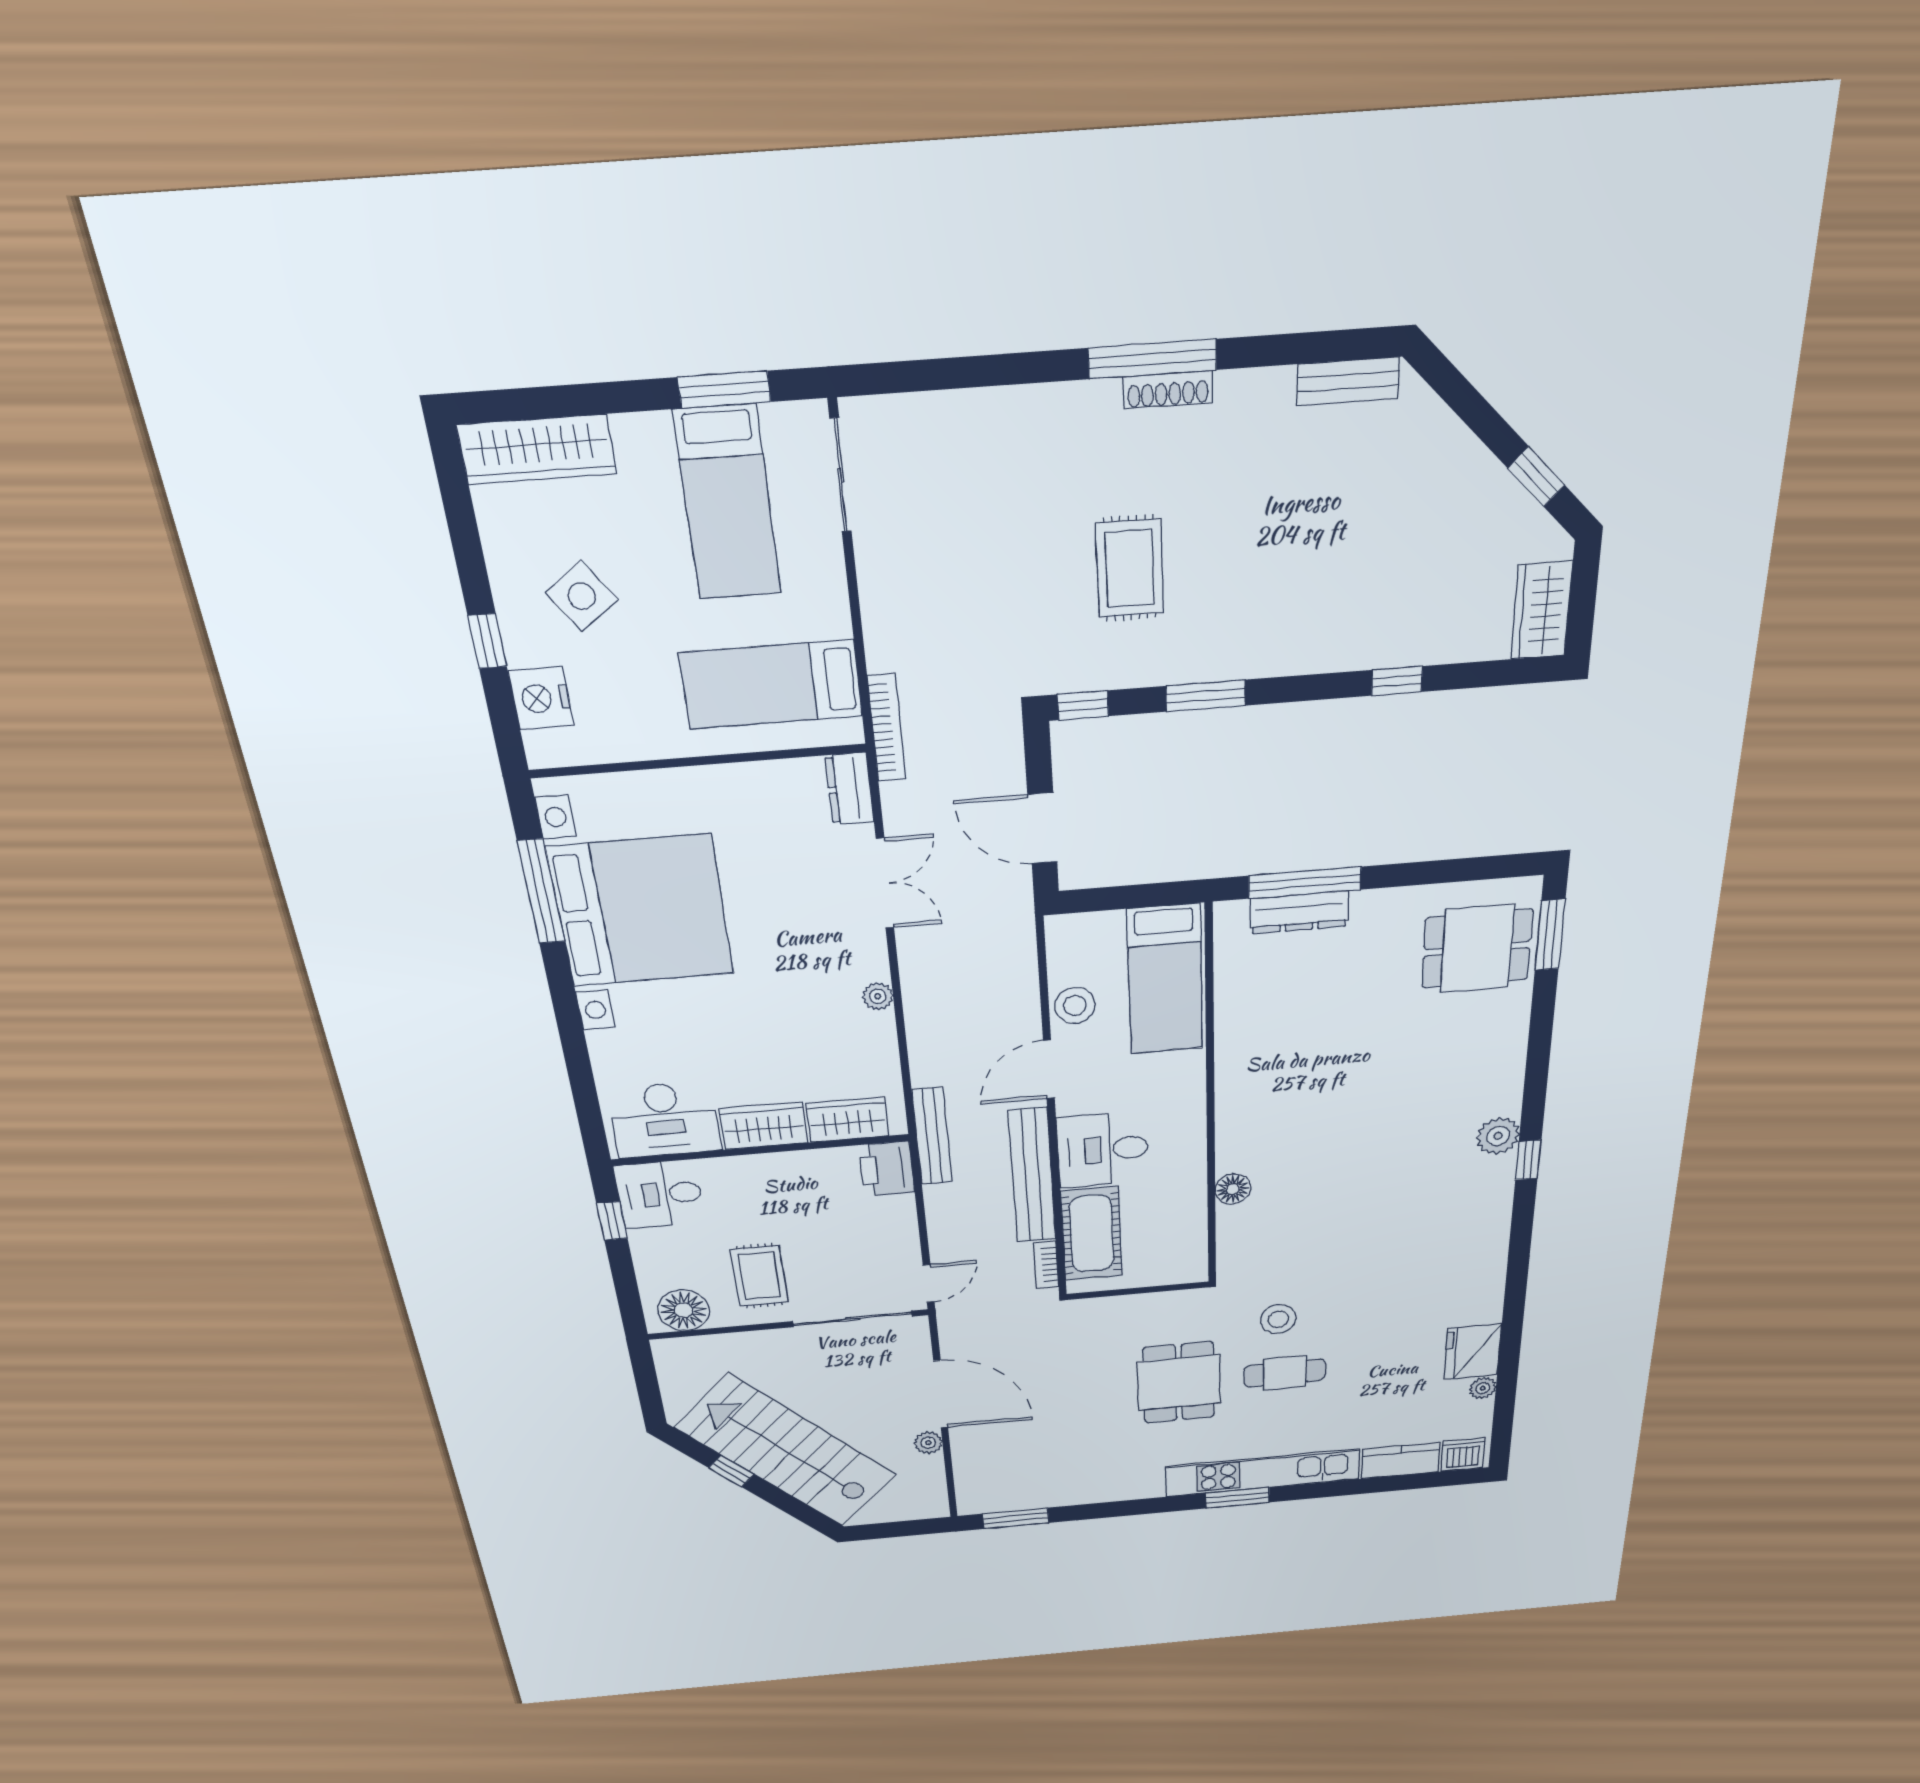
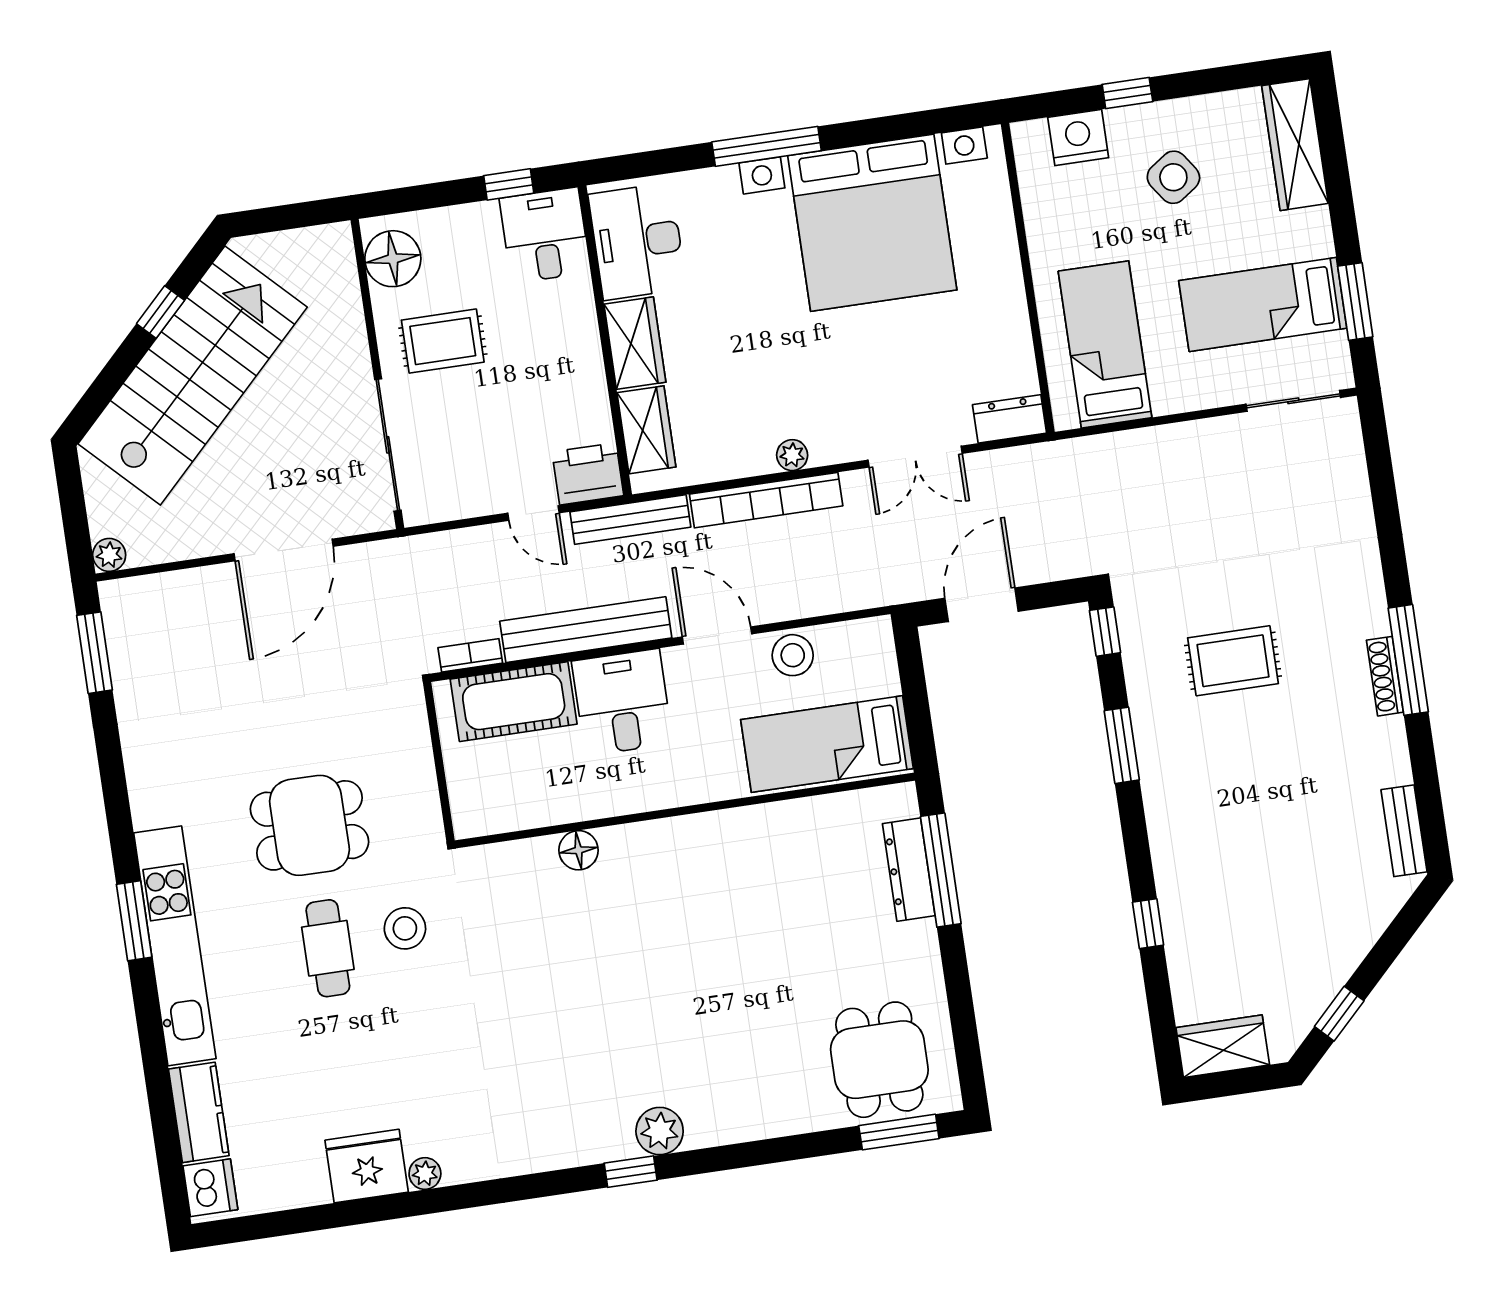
bookcase: (887, 728) -> (766, 500), moved, width x1.48, depth x1.31
window: (541, 892) -> (767, 146), moved
door: (929, 1284) -> (534, 513), moved
plant: (1483, 1388) -> (425, 1174), moved
plant: (928, 1443) -> (109, 555), moved

